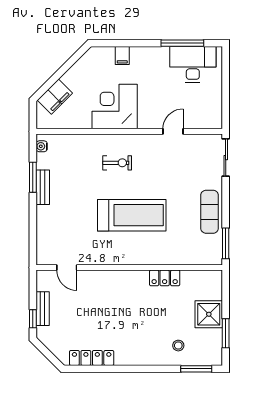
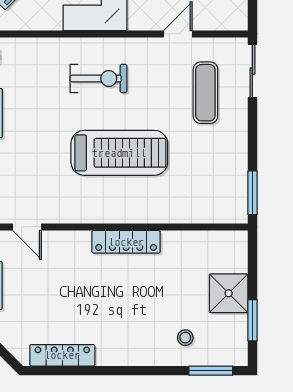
exercise bike: (117, 163) -> (98, 78), width x1.38, depth x1.39
exercise mat: (210, 212) -> (205, 93), moved
locker: (165, 278) -> (126, 242), moved, width x1.53

